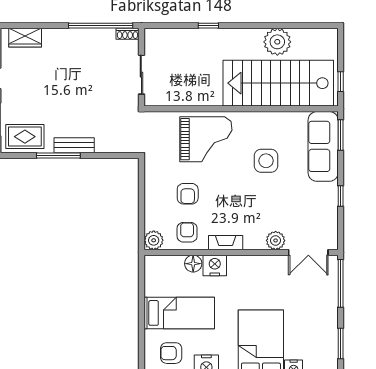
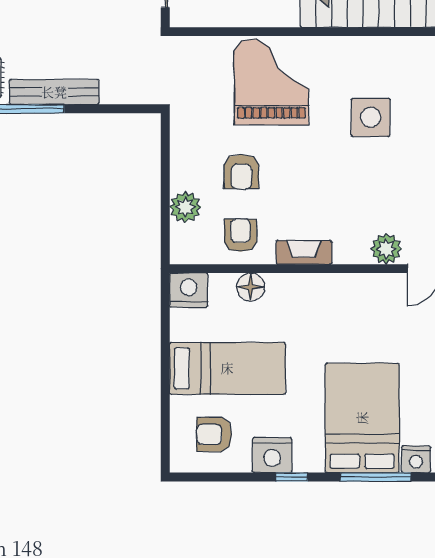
grand piano: (206, 139) -> (271, 82), turned -90
bench: (74, 145) -> (54, 92), width x1.36
plant: (154, 240) -> (185, 207), moved
nightstand: (215, 265) -> (189, 290), moved

